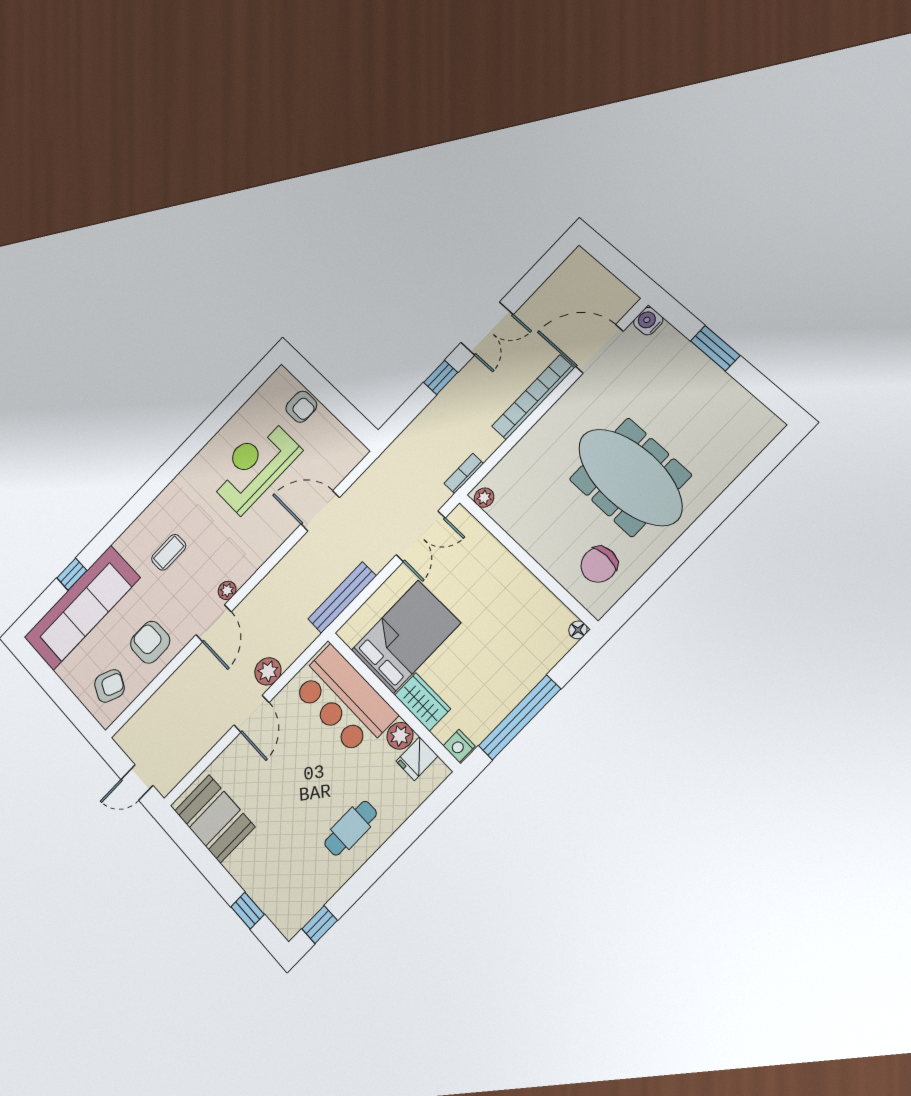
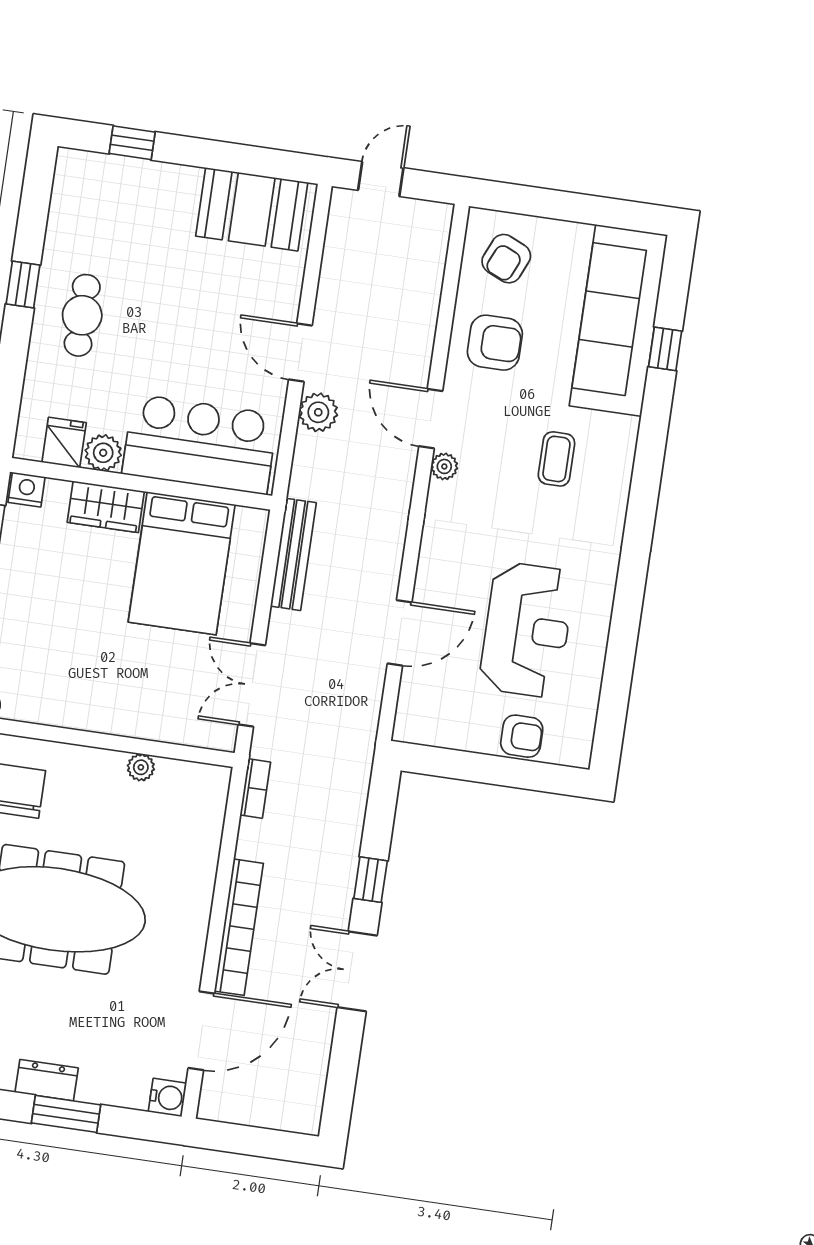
dresser: (712, 376) -> (47, 1080), added
armchair: (301, 407) -> (522, 736), turned 180
plant: (484, 498) -> (141, 767), moved
window: (320, 925) -> (23, 285), moved

